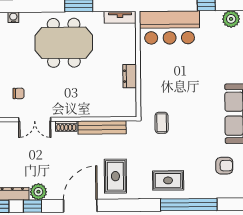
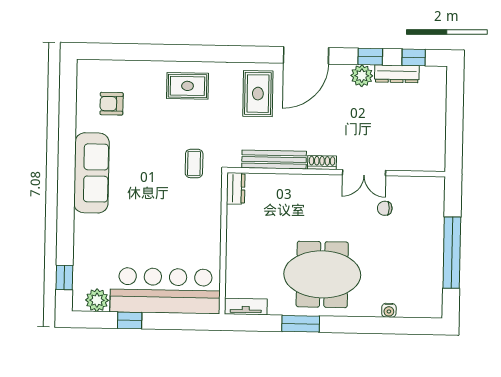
bar counter: (169, 27) -> (165, 291), width x1.36
dresser: (130, 76) -> (236, 188), moved
double door: (35, 120) -> (364, 173), swing flipped
window: (189, 205) -> (161, 53), removed

